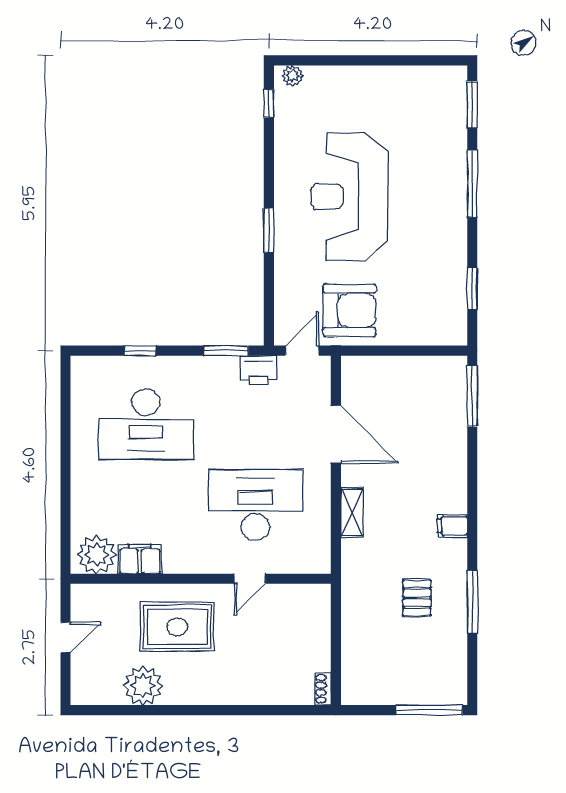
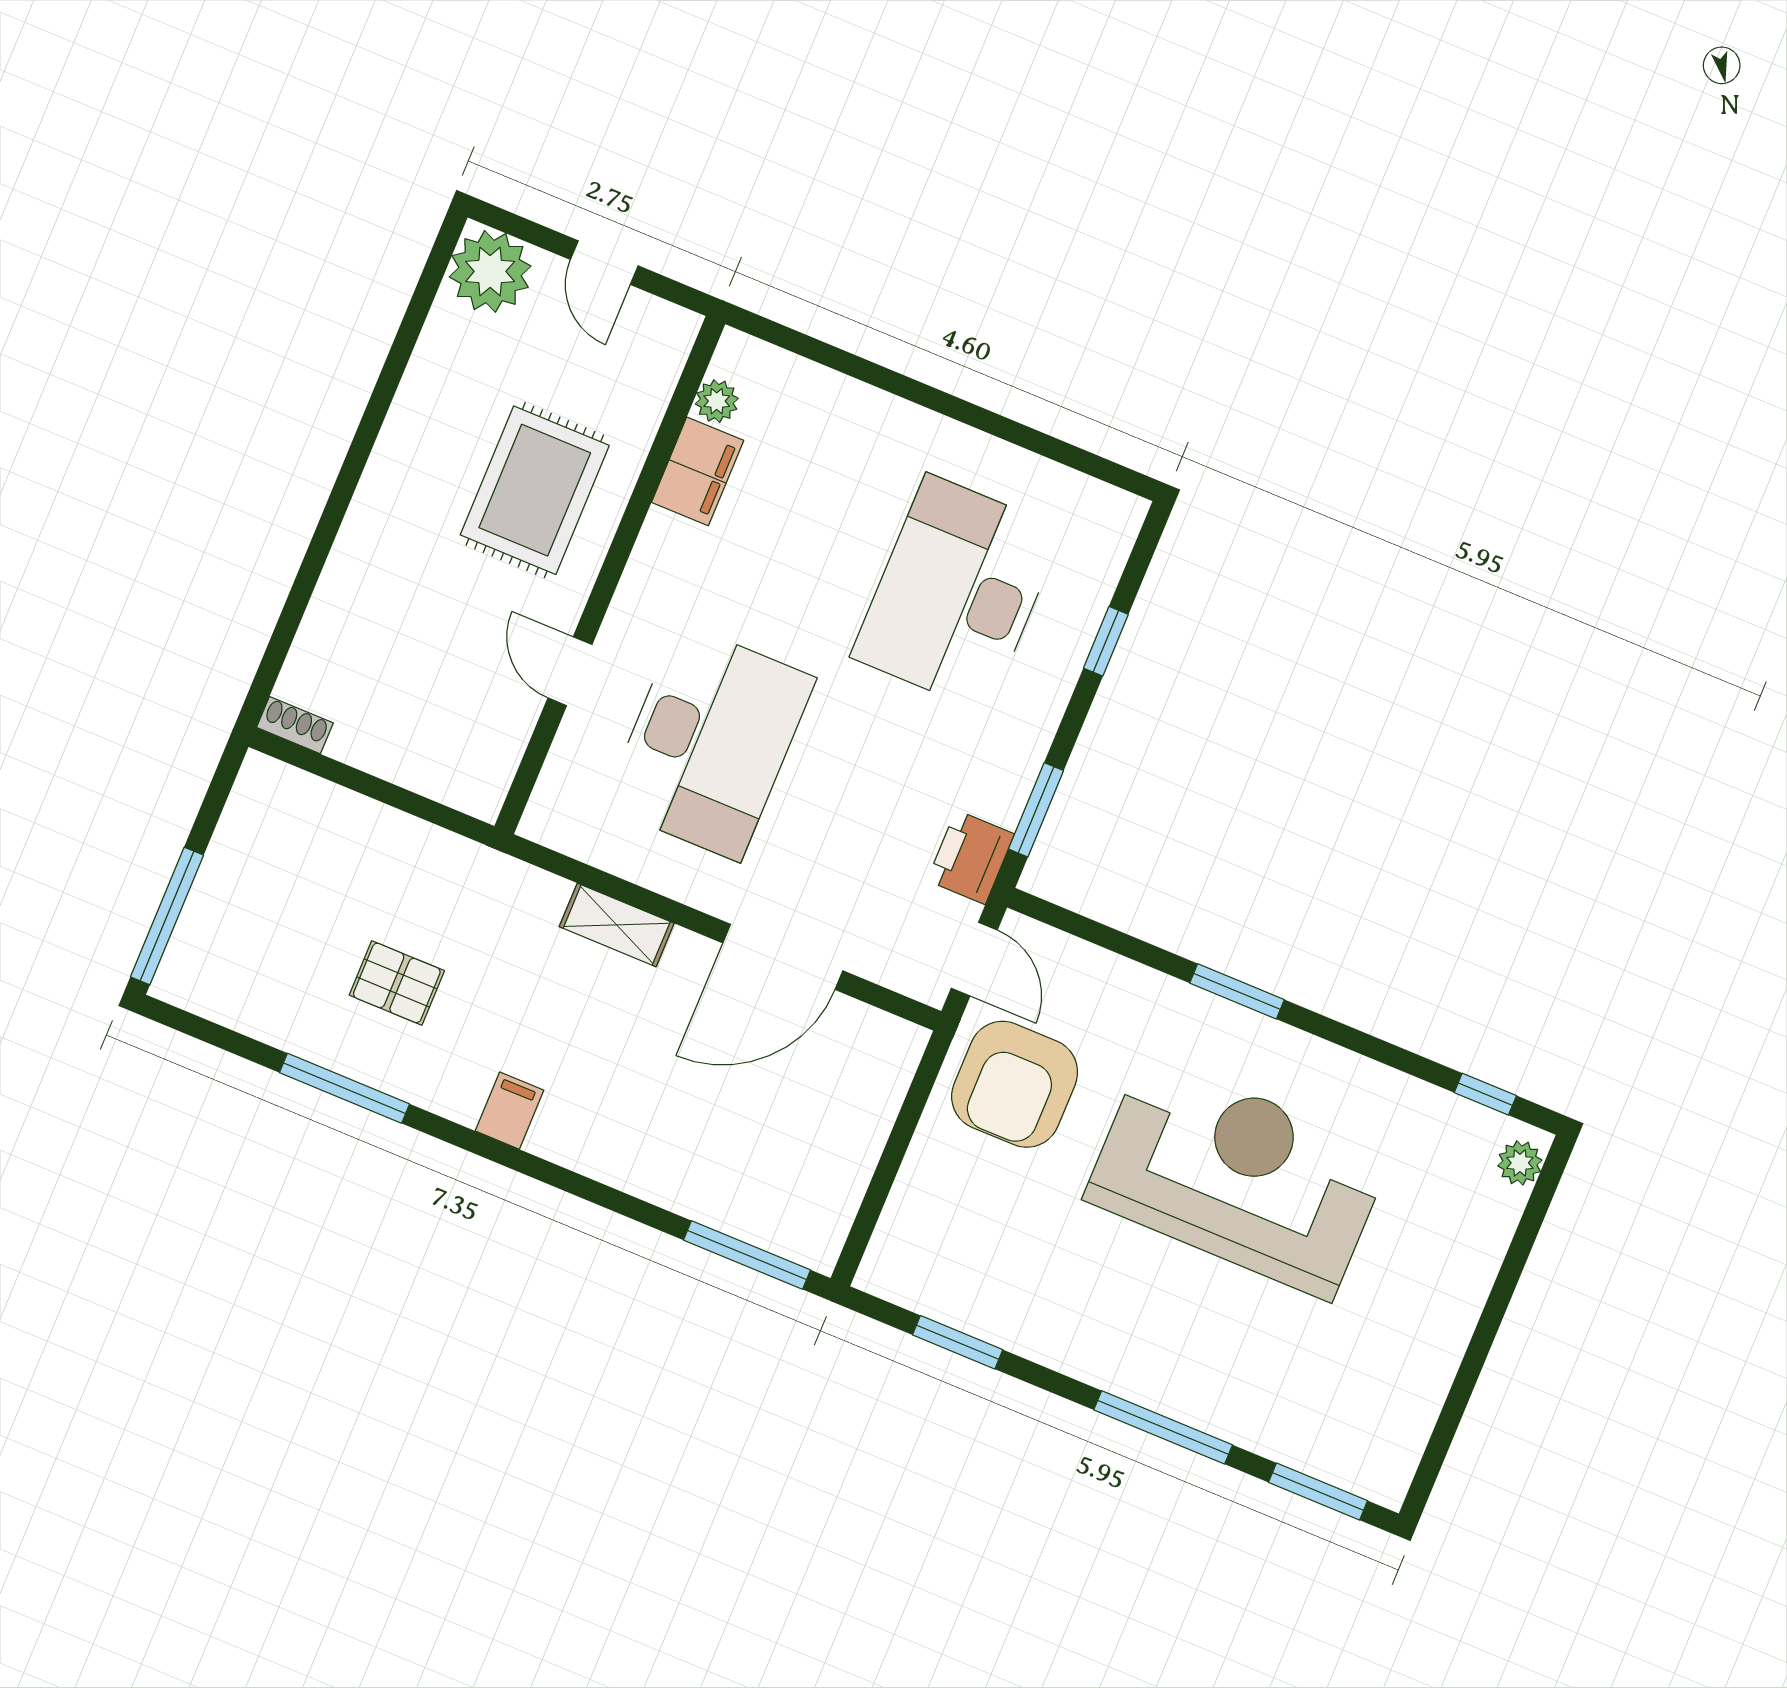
plant: (97, 555) -> (717, 401), width x0.53, depth x0.53
plant: (143, 686) -> (490, 271), moved

